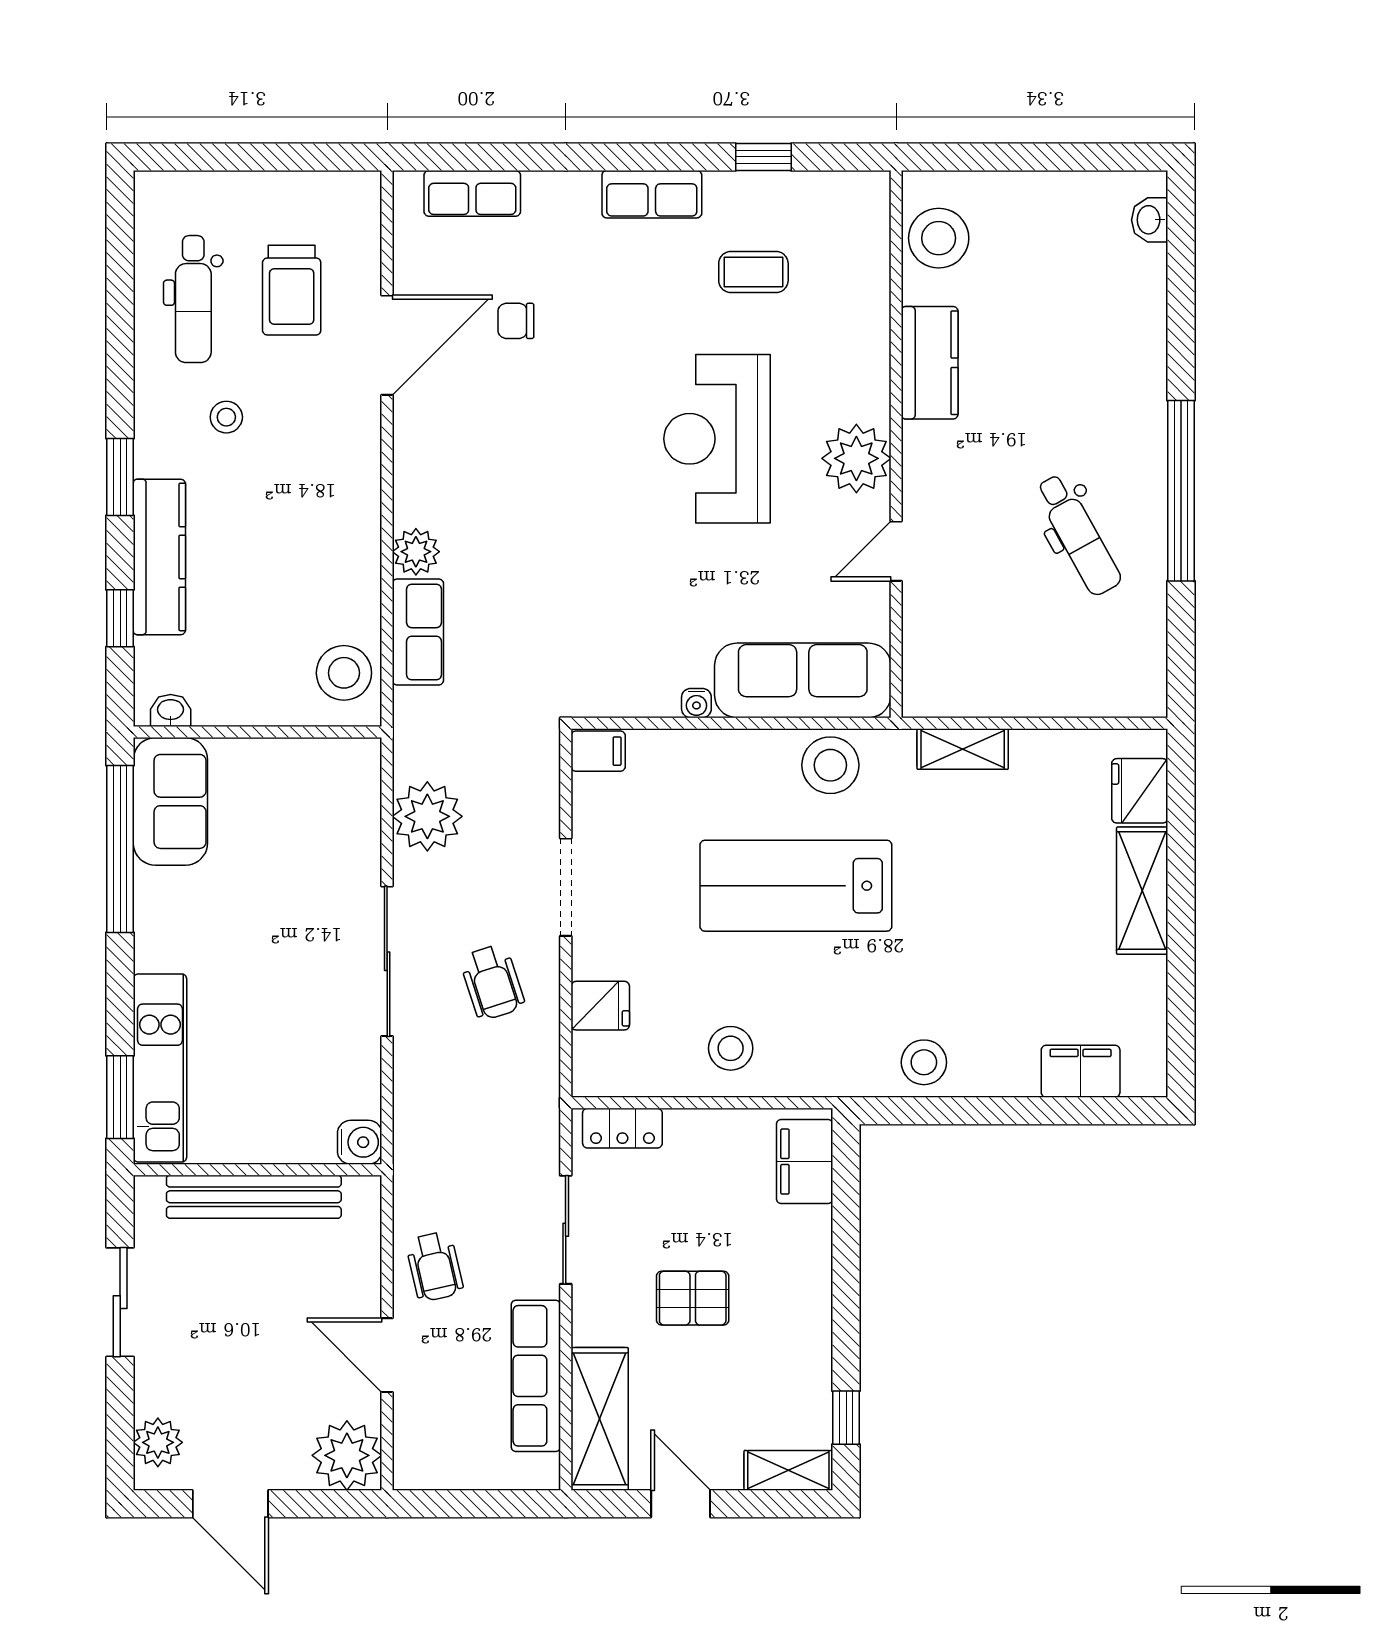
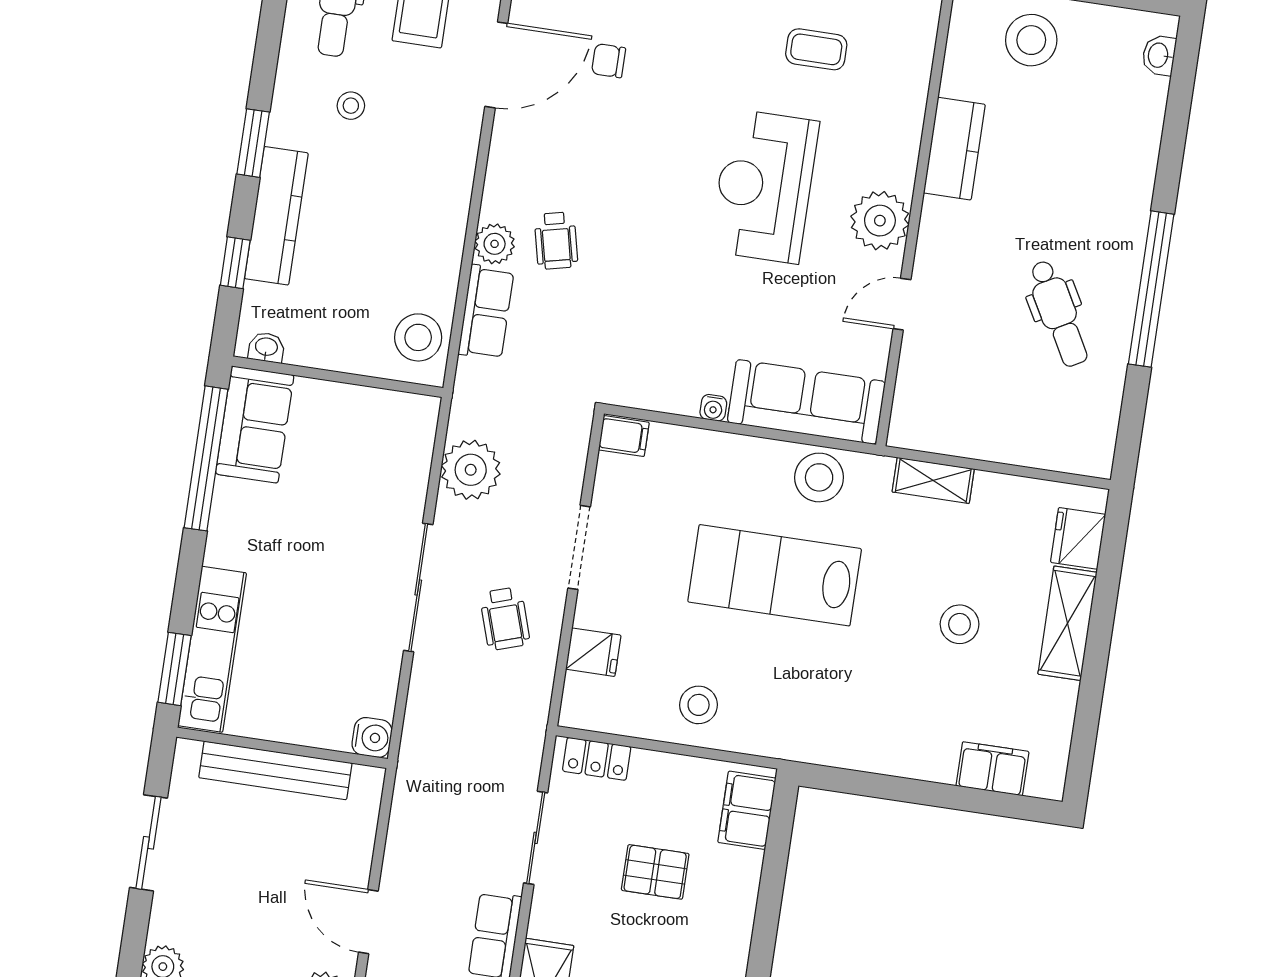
stool: (939, 238) -> (1031, 40), moved
stool: (924, 1062) -> (960, 624), moved
wheelchair: (435, 1267) -> (556, 241), moved
pallet: (693, 1298) -> (655, 872), moved

